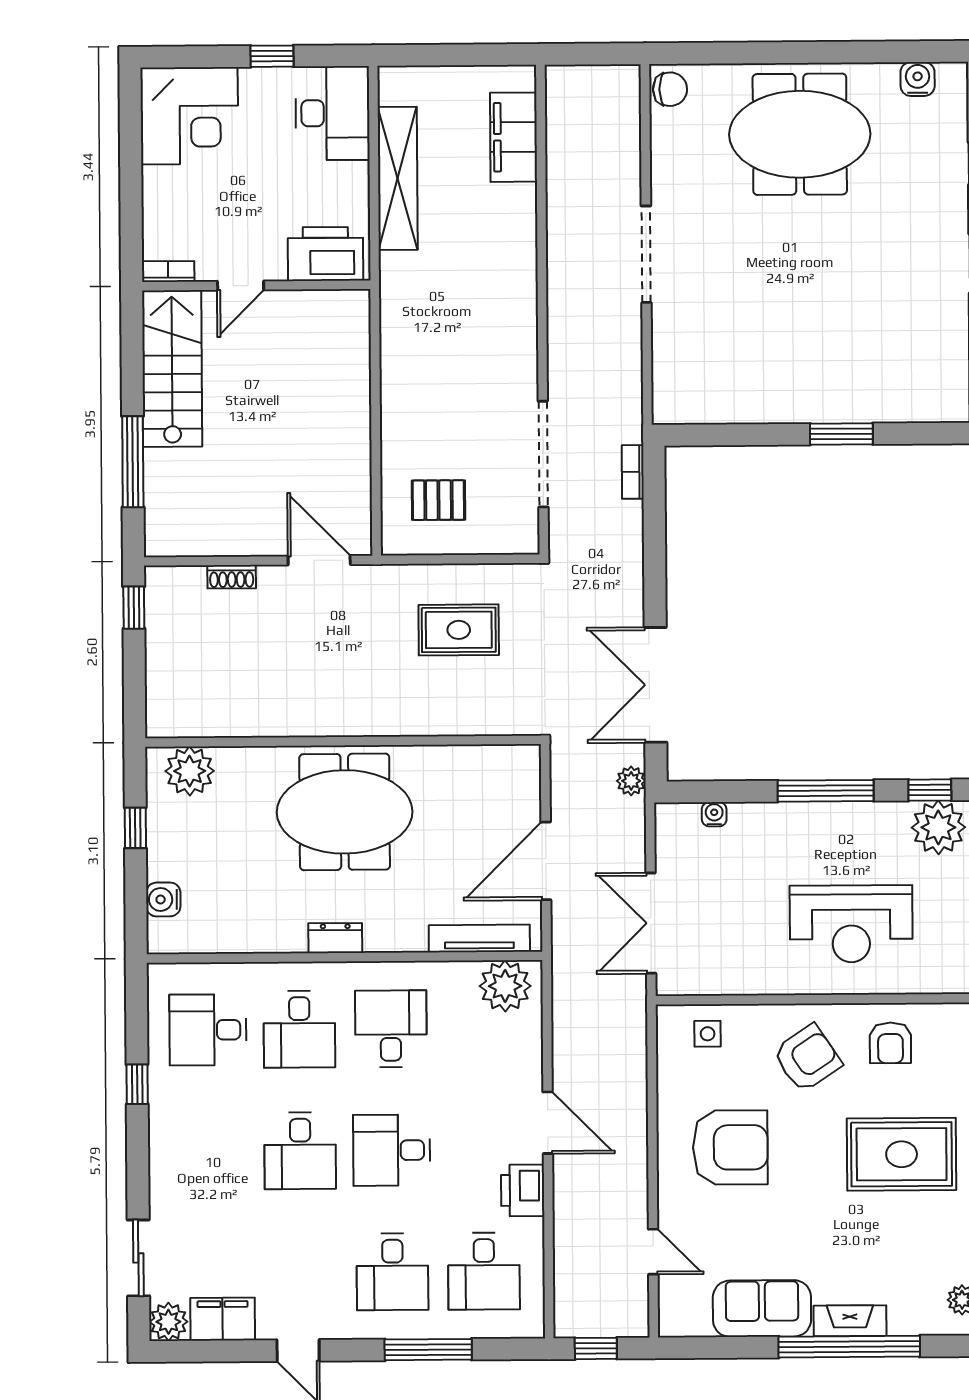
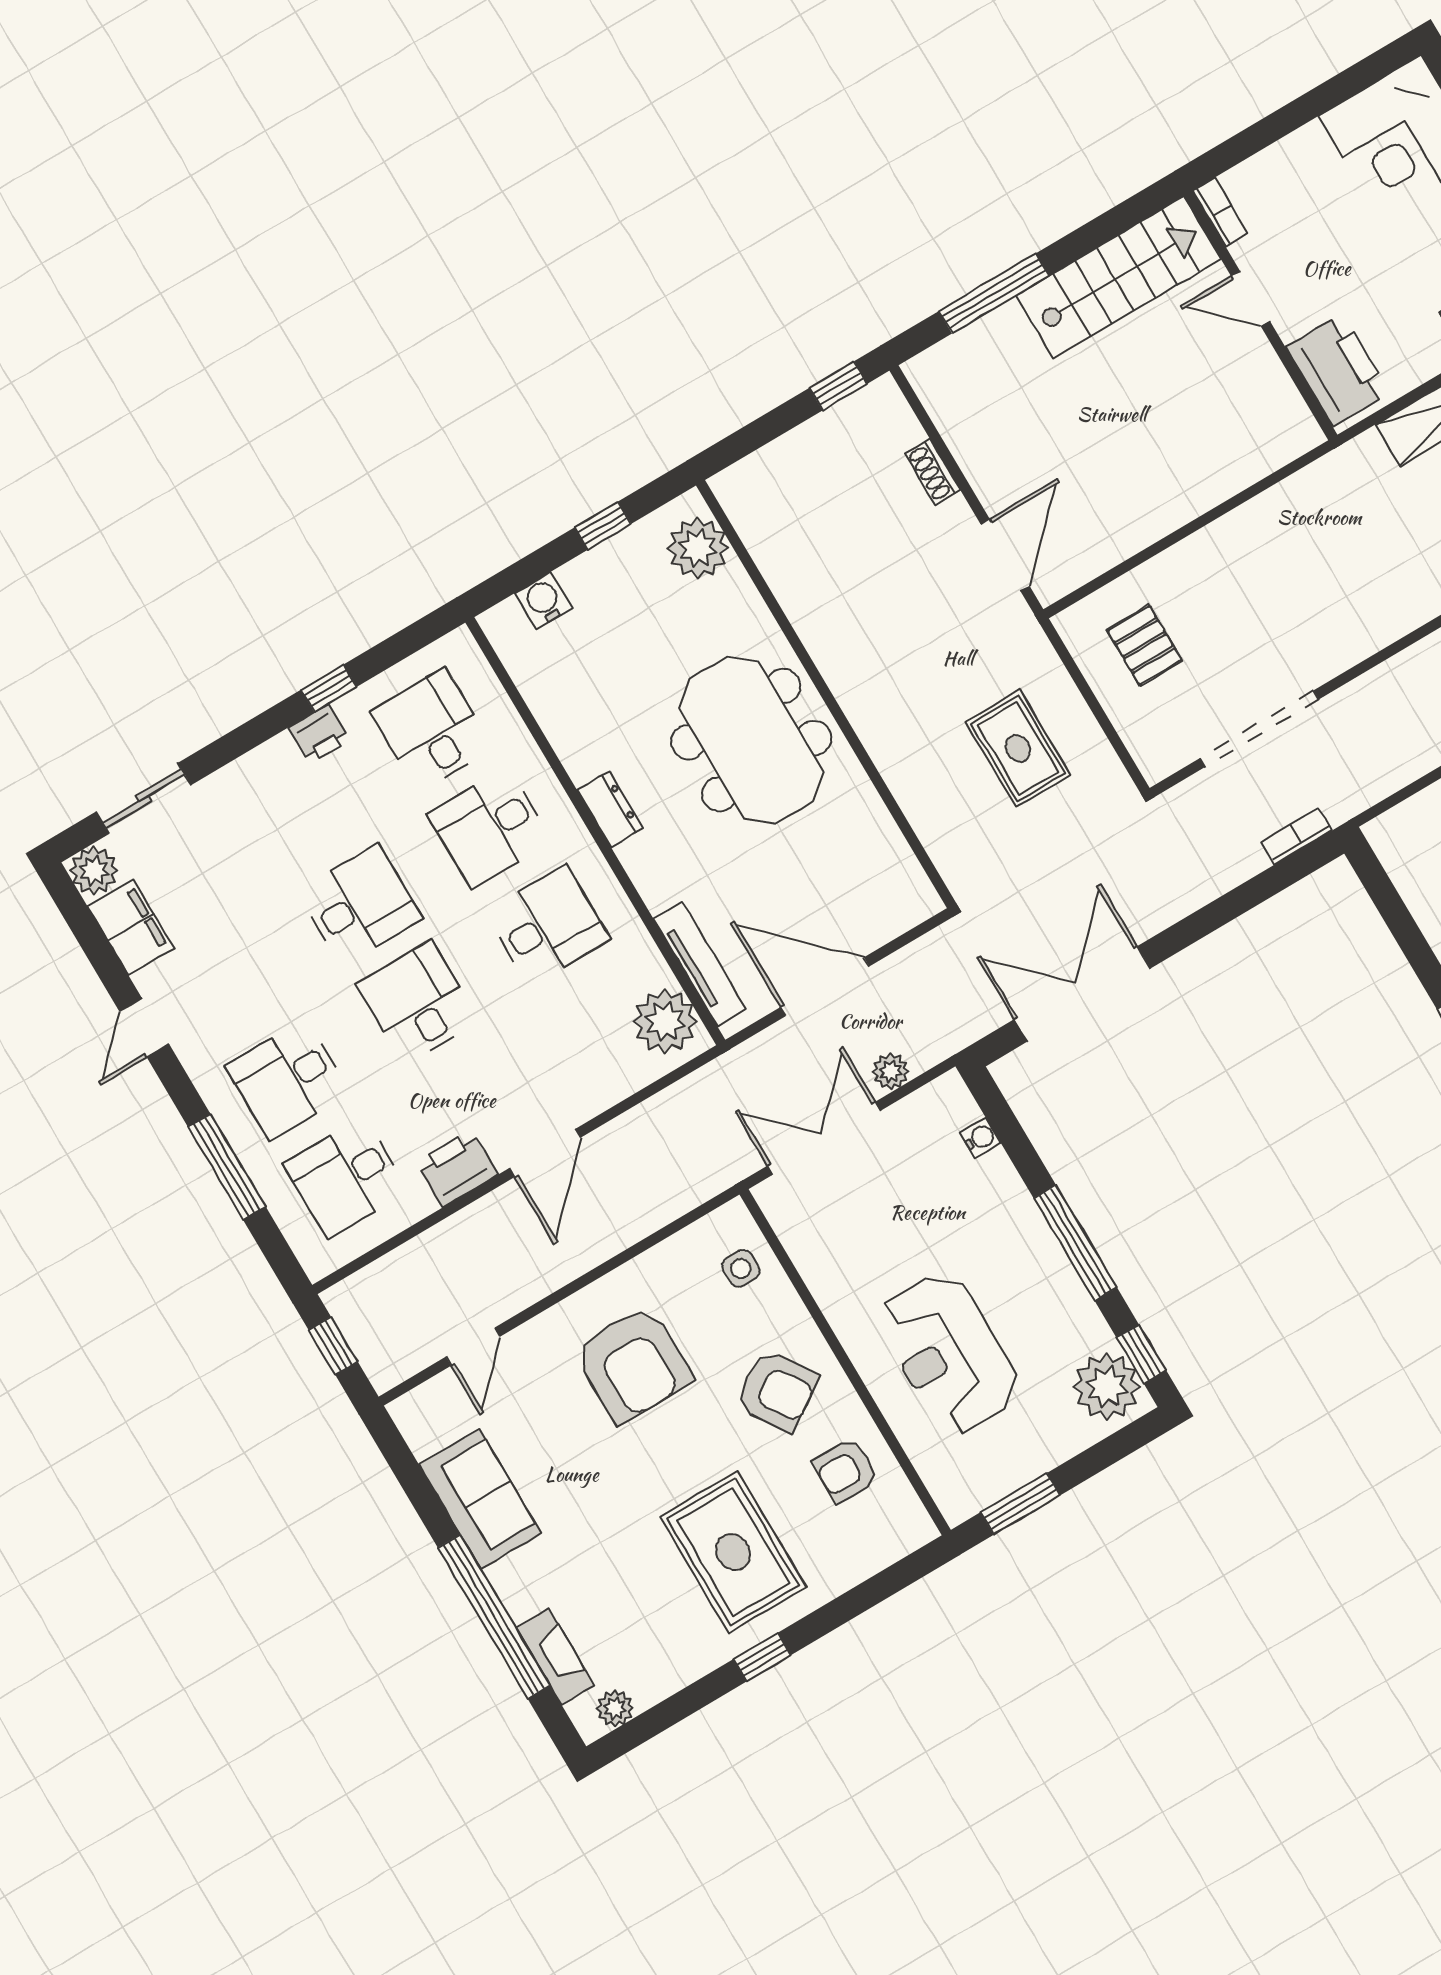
plant: (631, 781) -> (891, 1072), moved
printer: (165, 1110) -> (319, 734), added
desk: (300, 1151) -> (360, 905), turned 180
fireplace: (850, 1321) -> (555, 1657), moved

